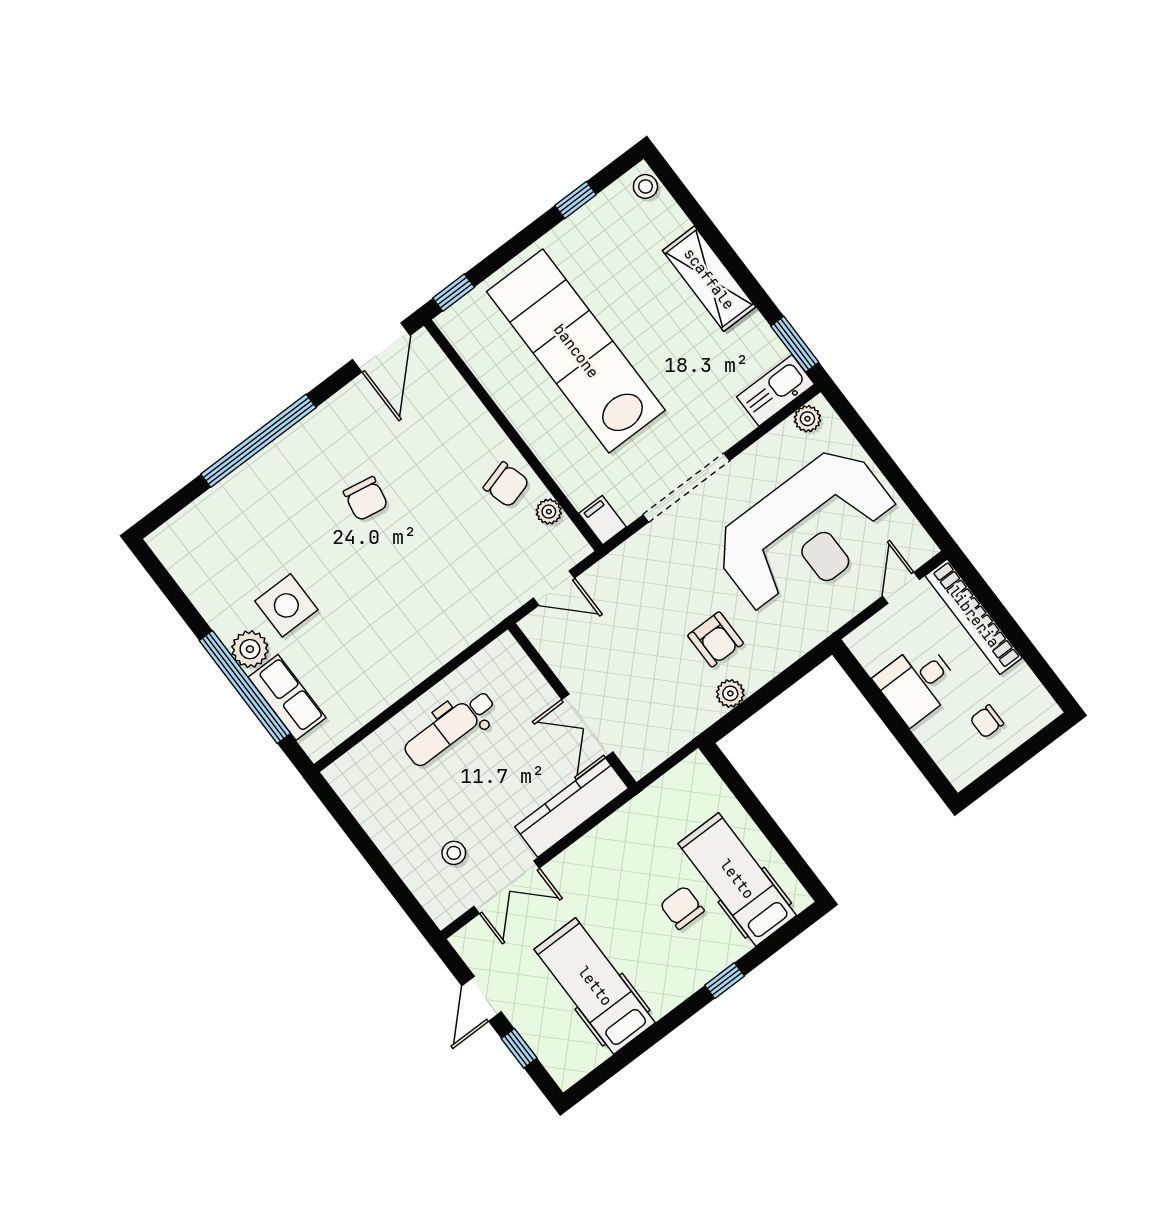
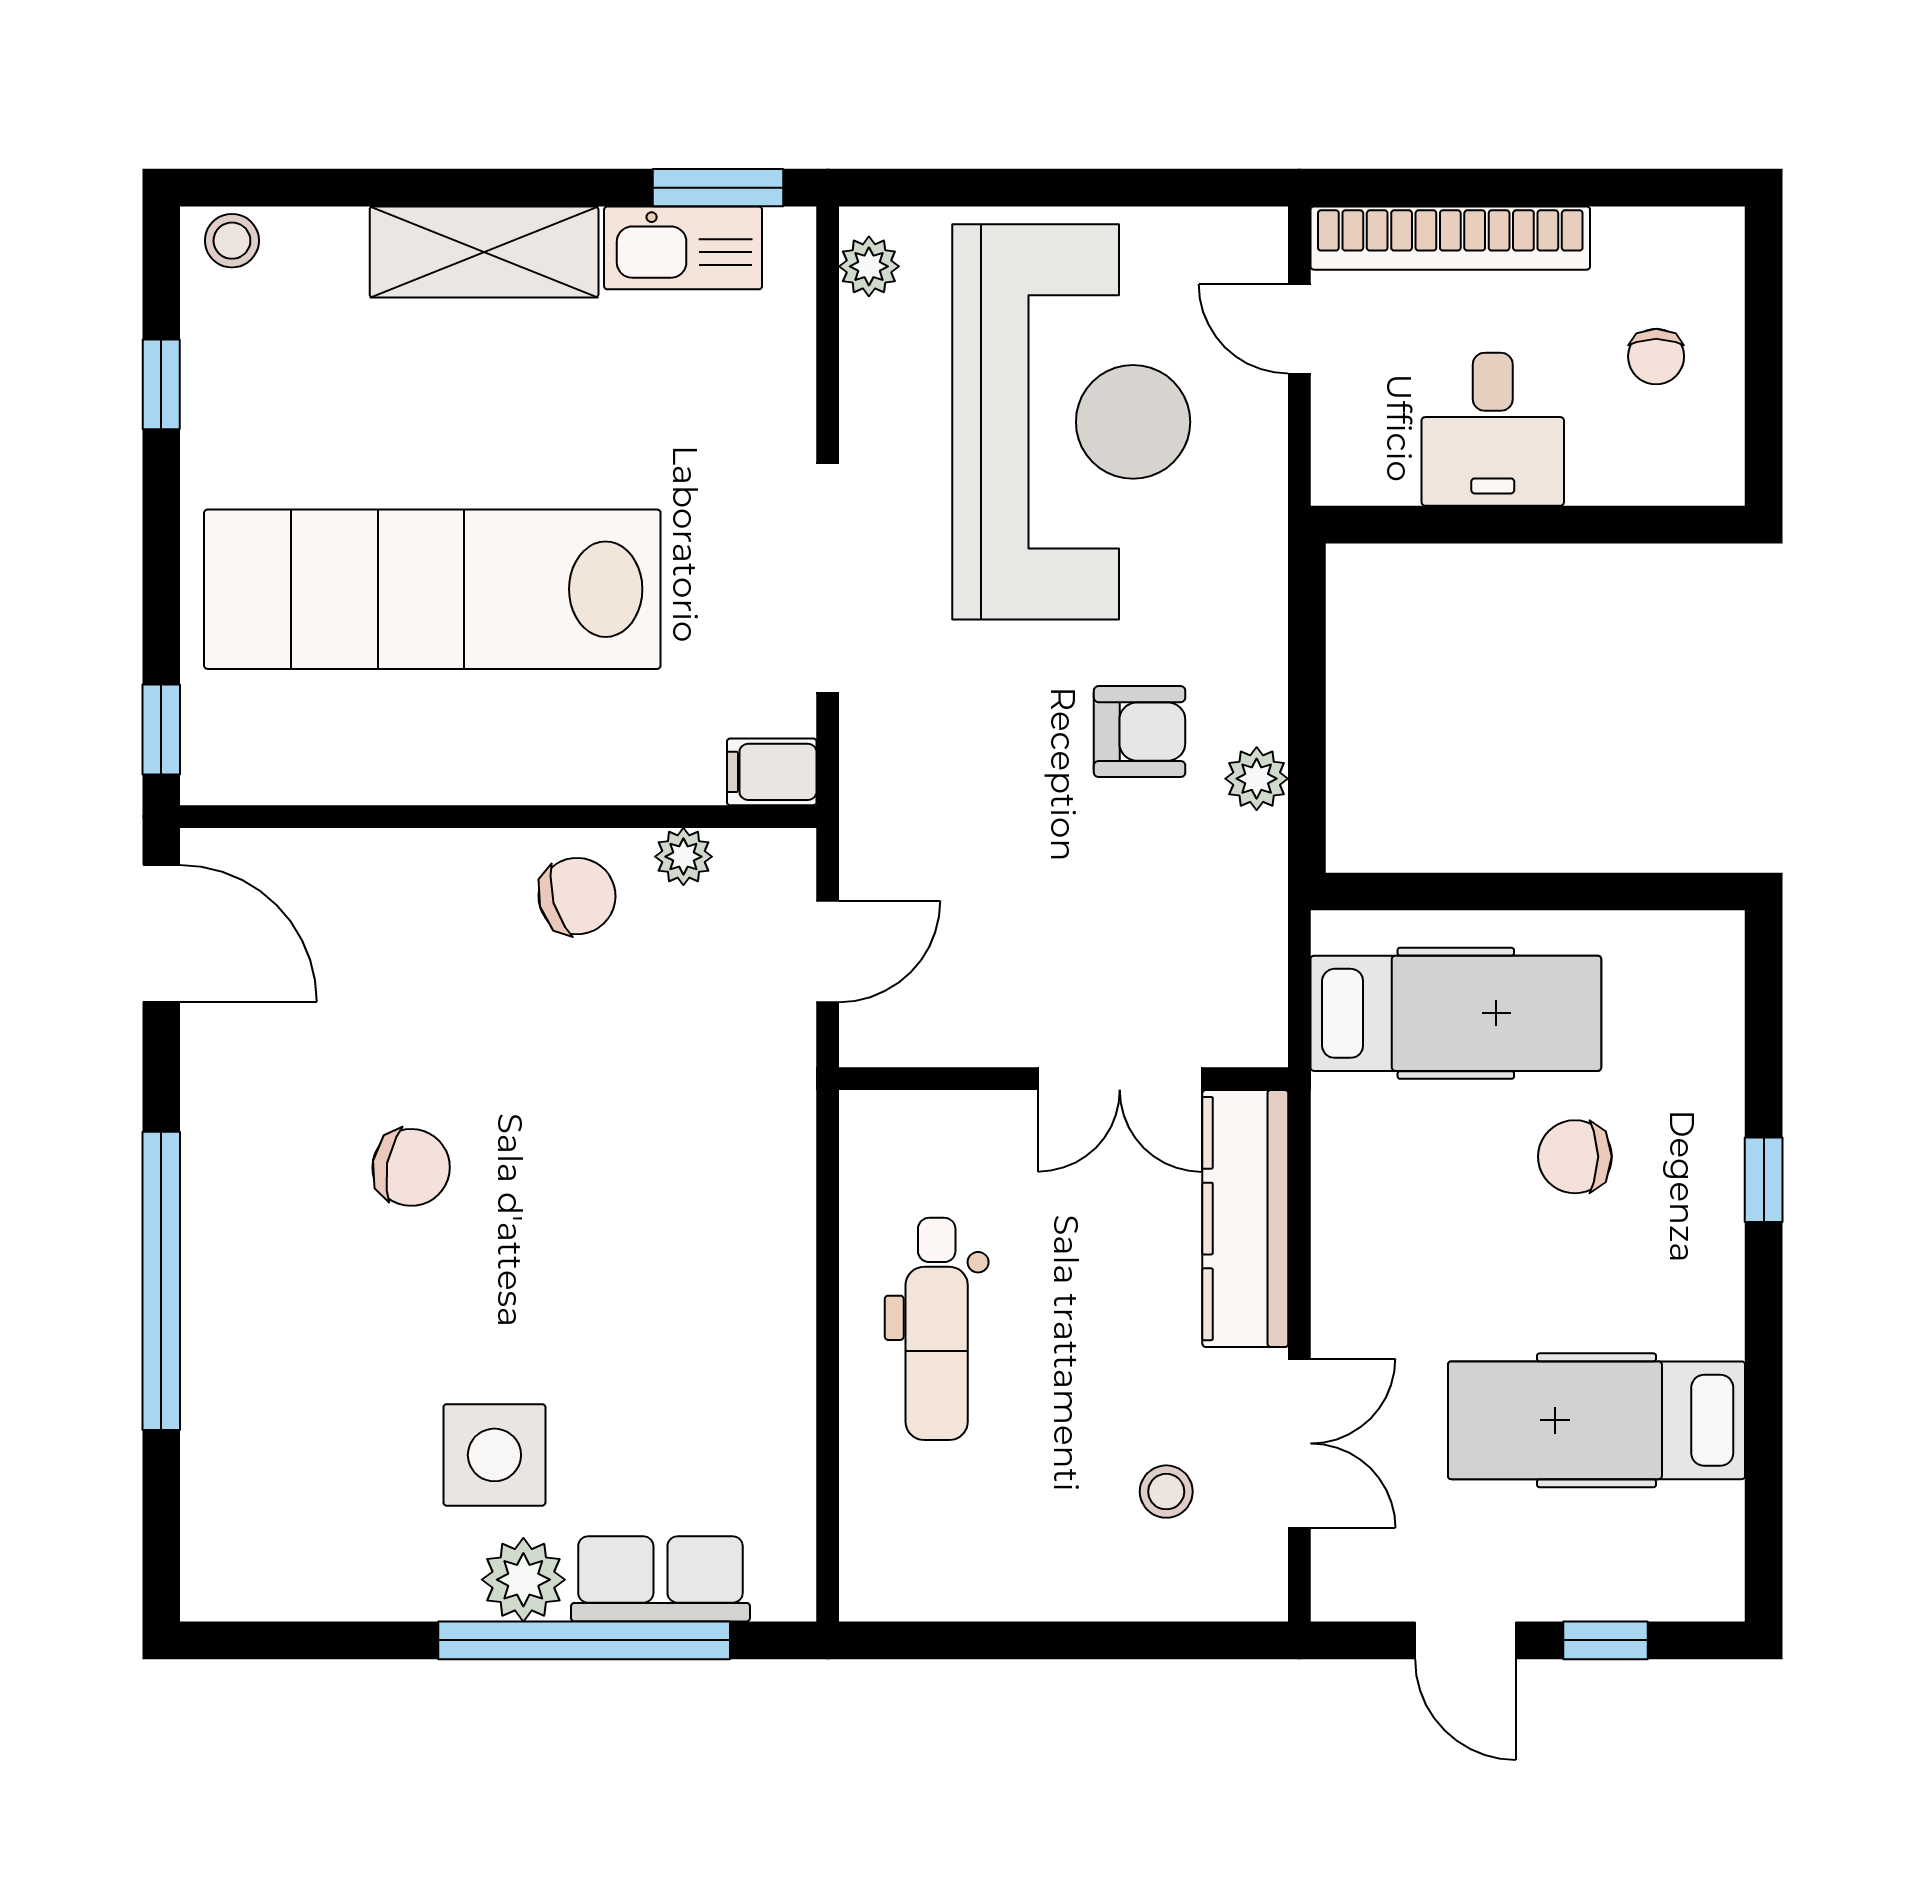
kitchen sink: (775, 390) -> (683, 248), moved, turned -90
hospital bed: (737, 879) -> (1456, 1013), moved, turned 180

